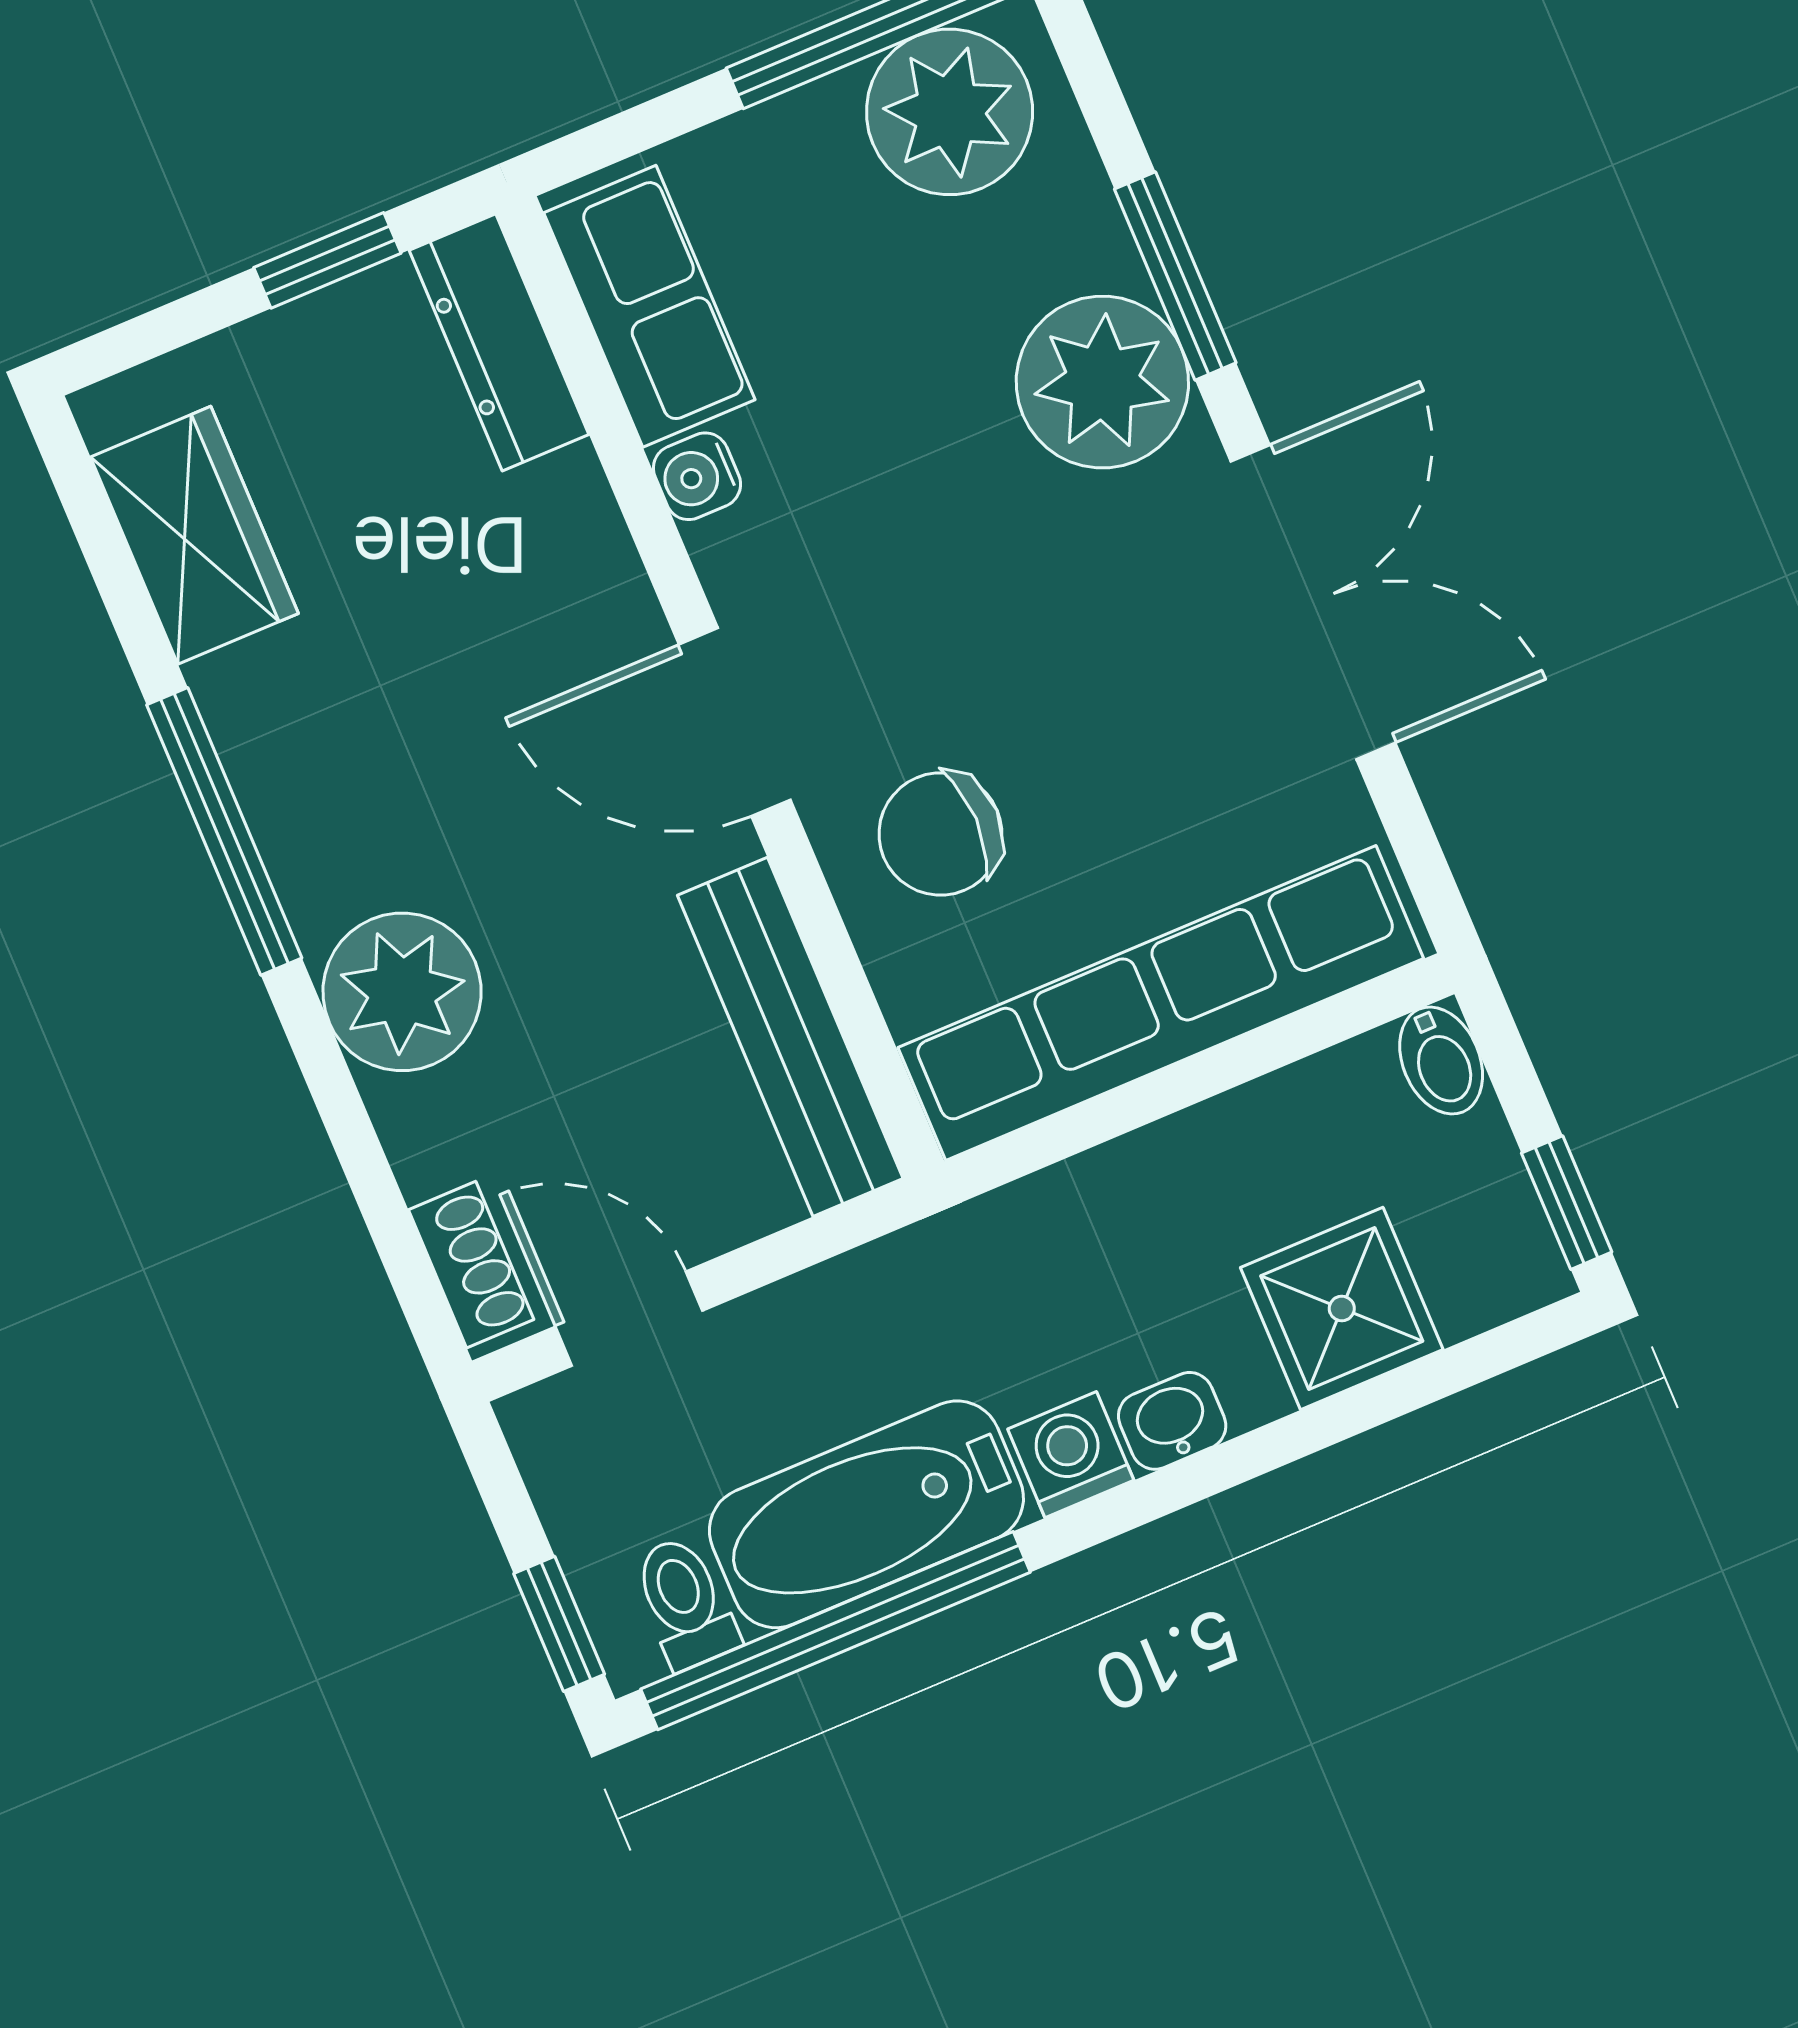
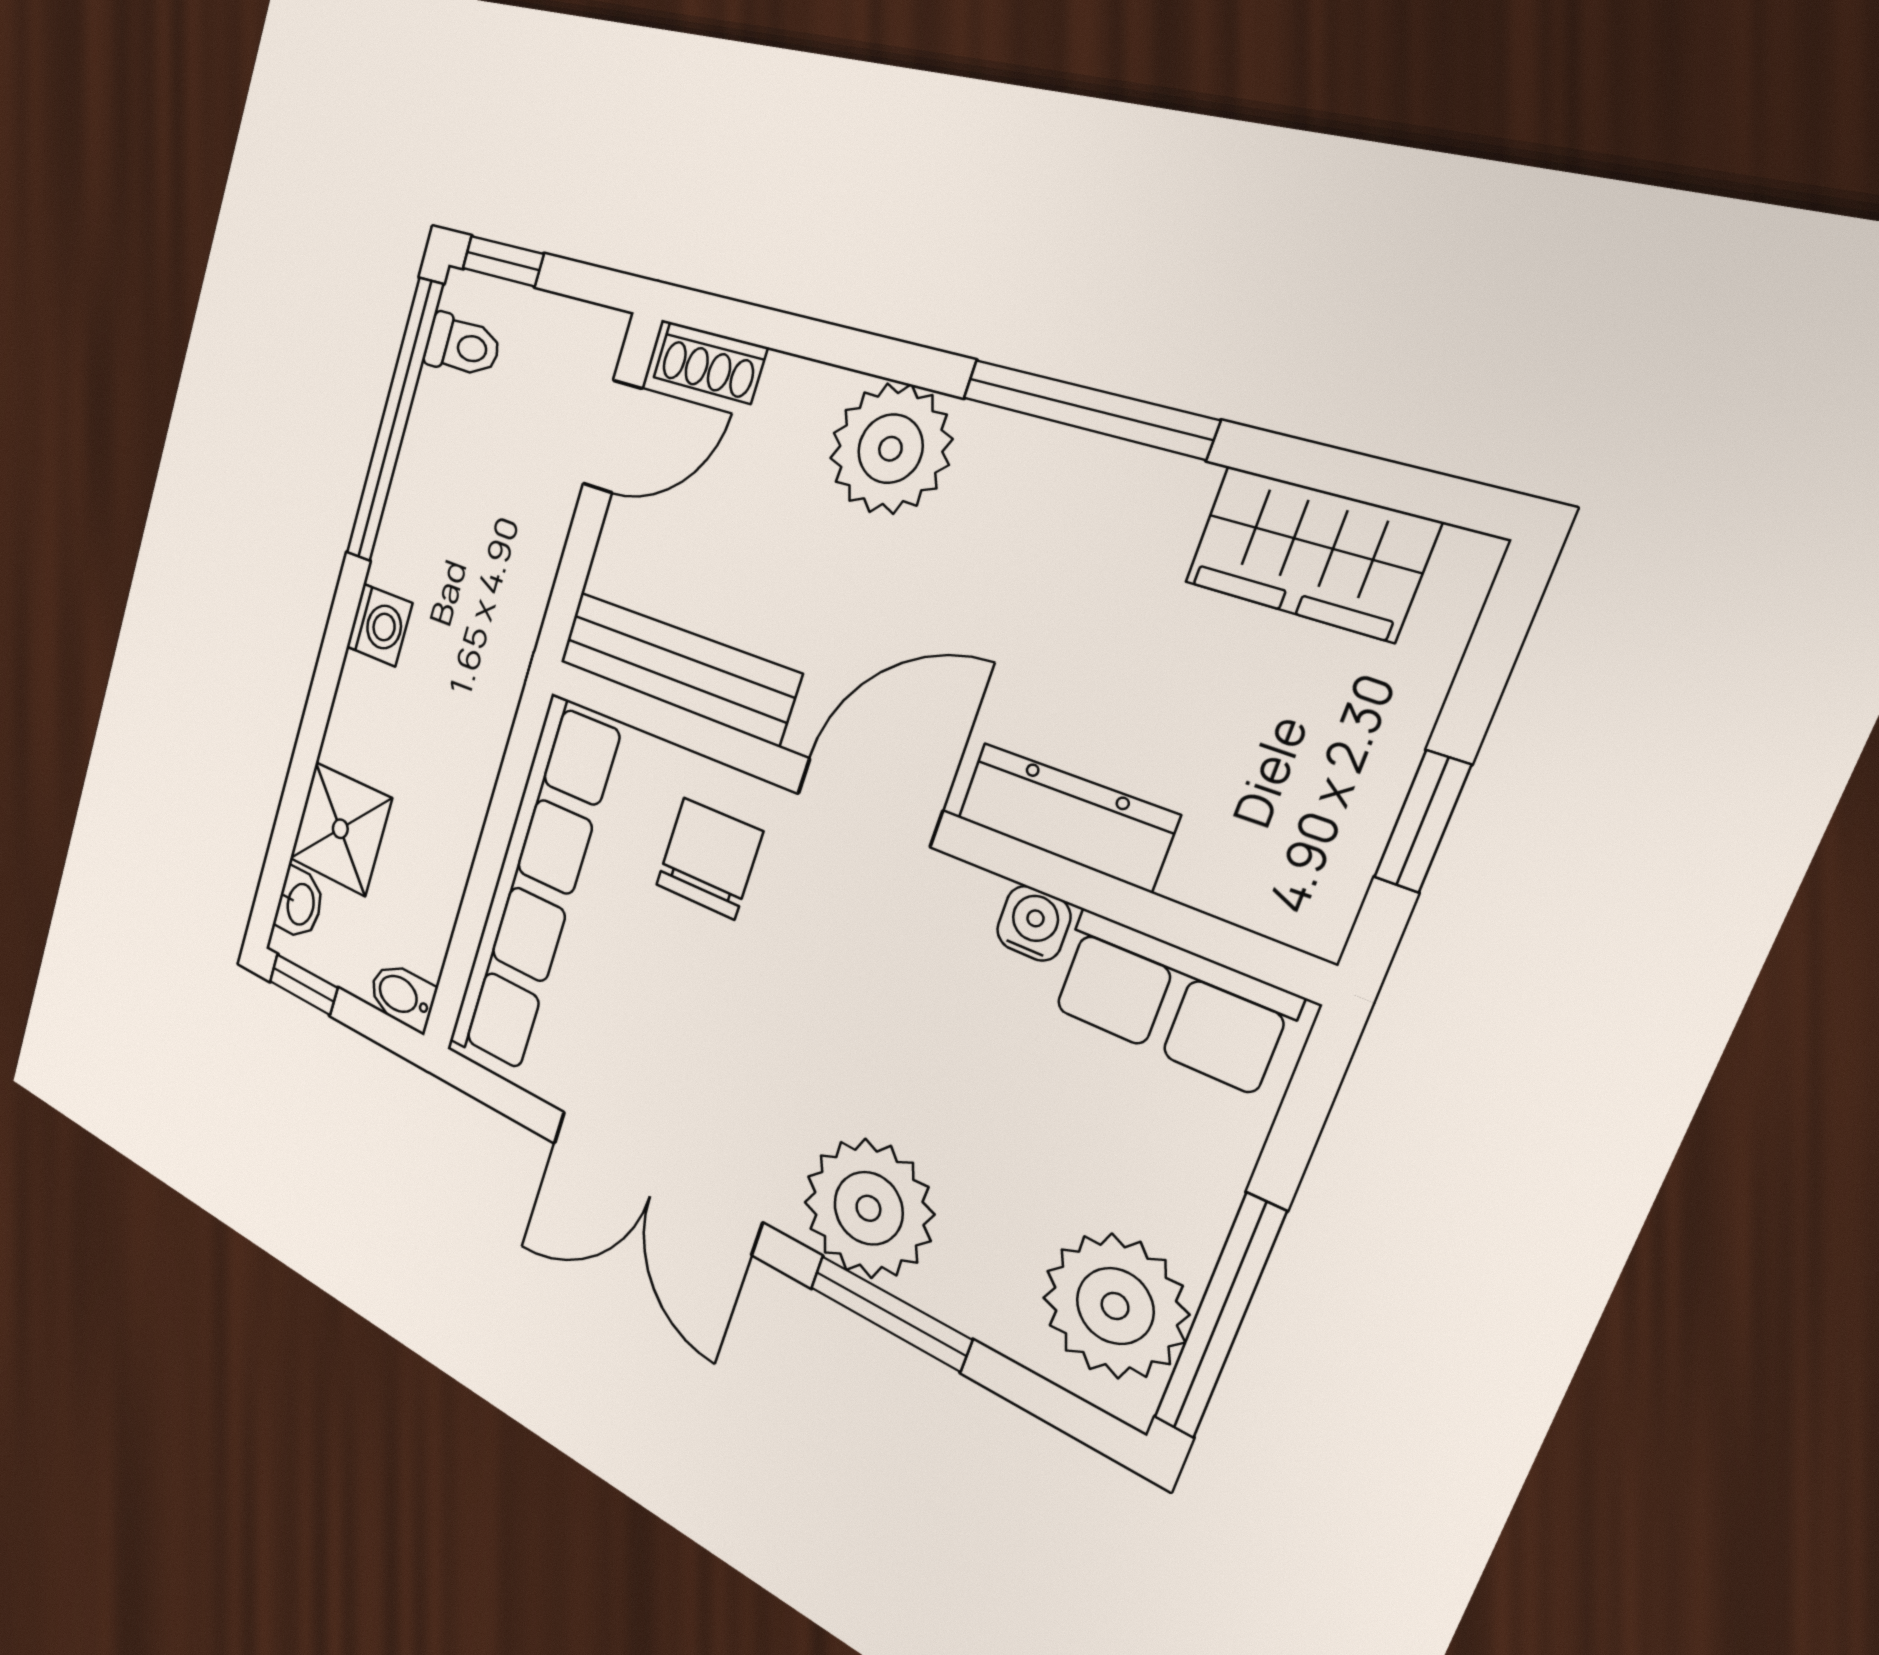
dresser: (499, 342) -> (1066, 816), moved
washbasin: (1172, 1421) -> (300, 904), moved
bathtub: (866, 1514) -> (430, 488), removed

